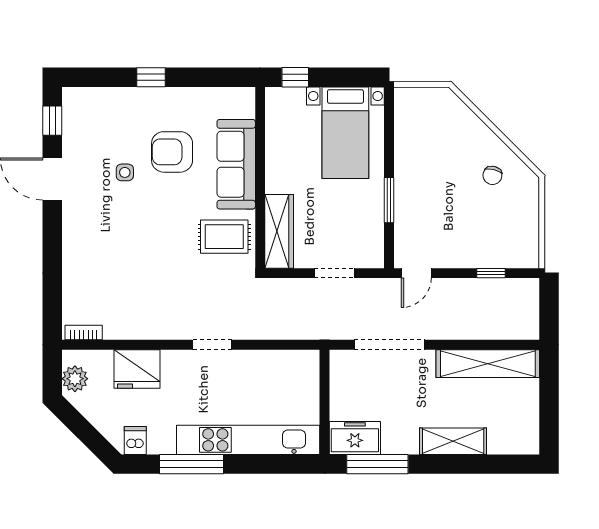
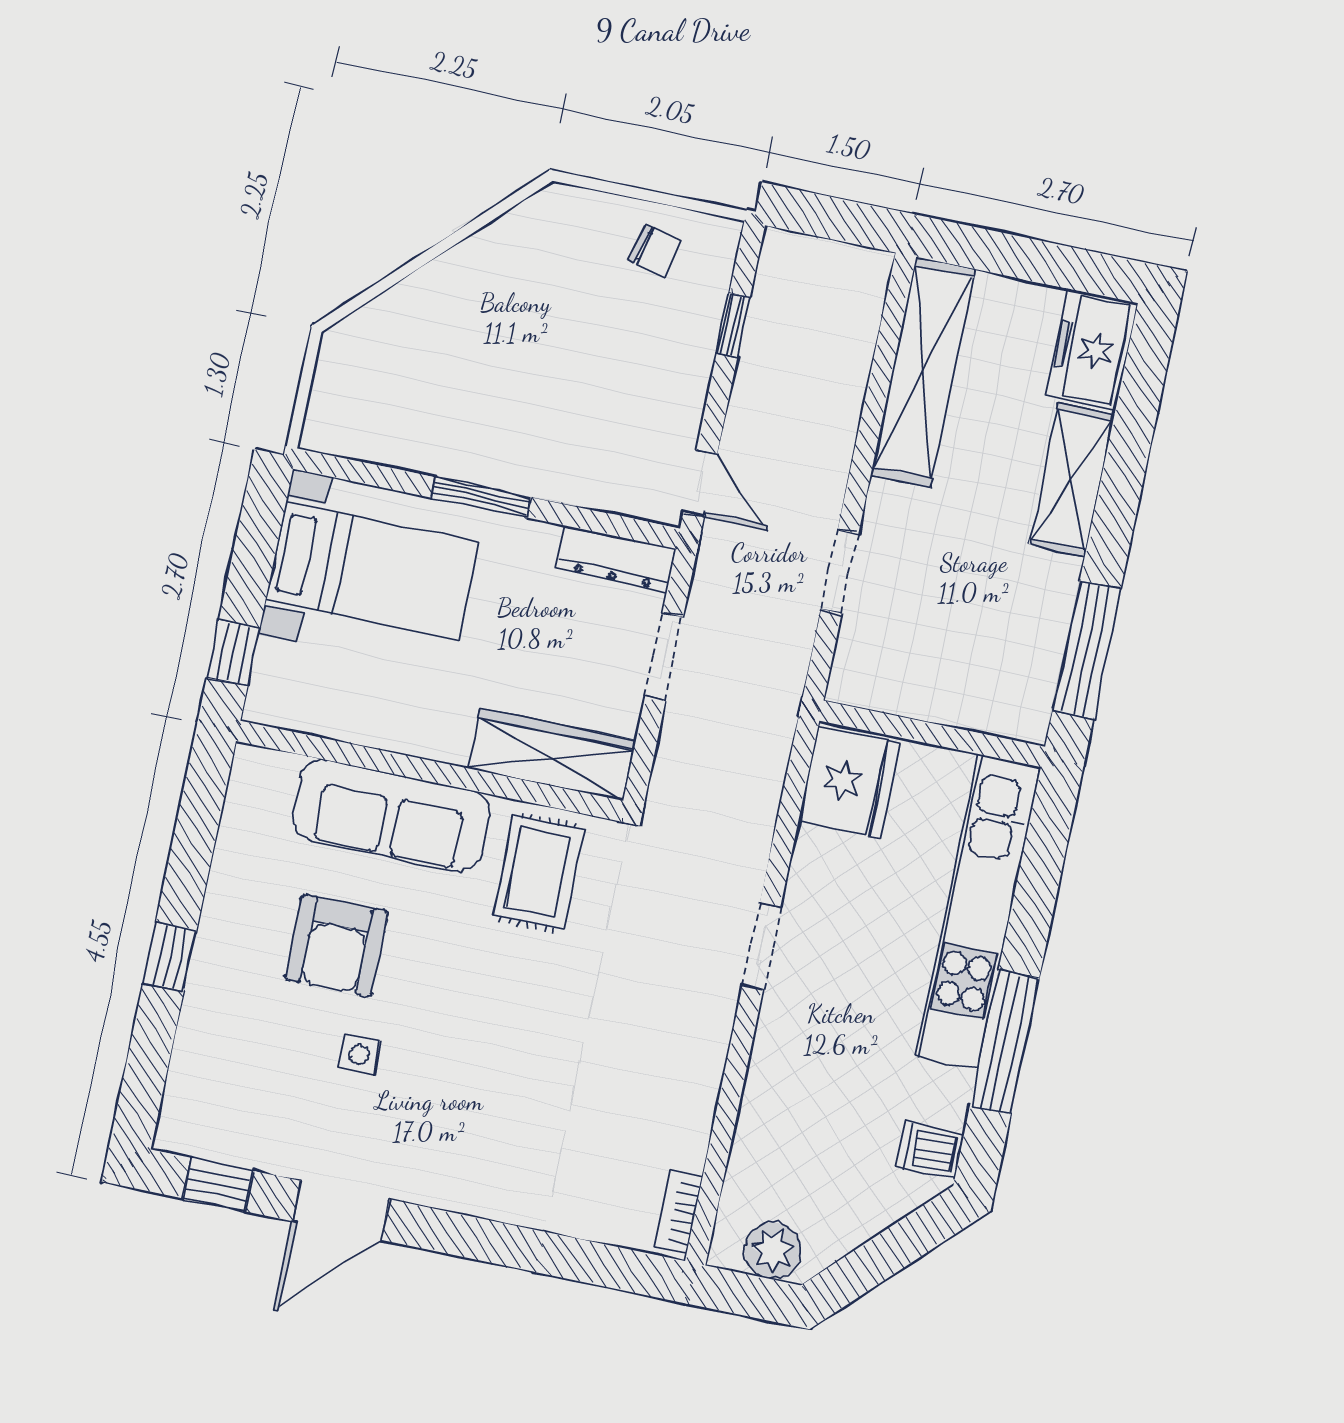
chair: (492, 175) -> (655, 251), moved
window: (389, 200) -> (481, 497), moved
dresser: (374, 242) -> (616, 559), added
doorway: (389, 345) -> (840, 572), width x0.53
fridge: (137, 369) -> (849, 782), moved
freezer: (355, 438) -> (1092, 350), moved

